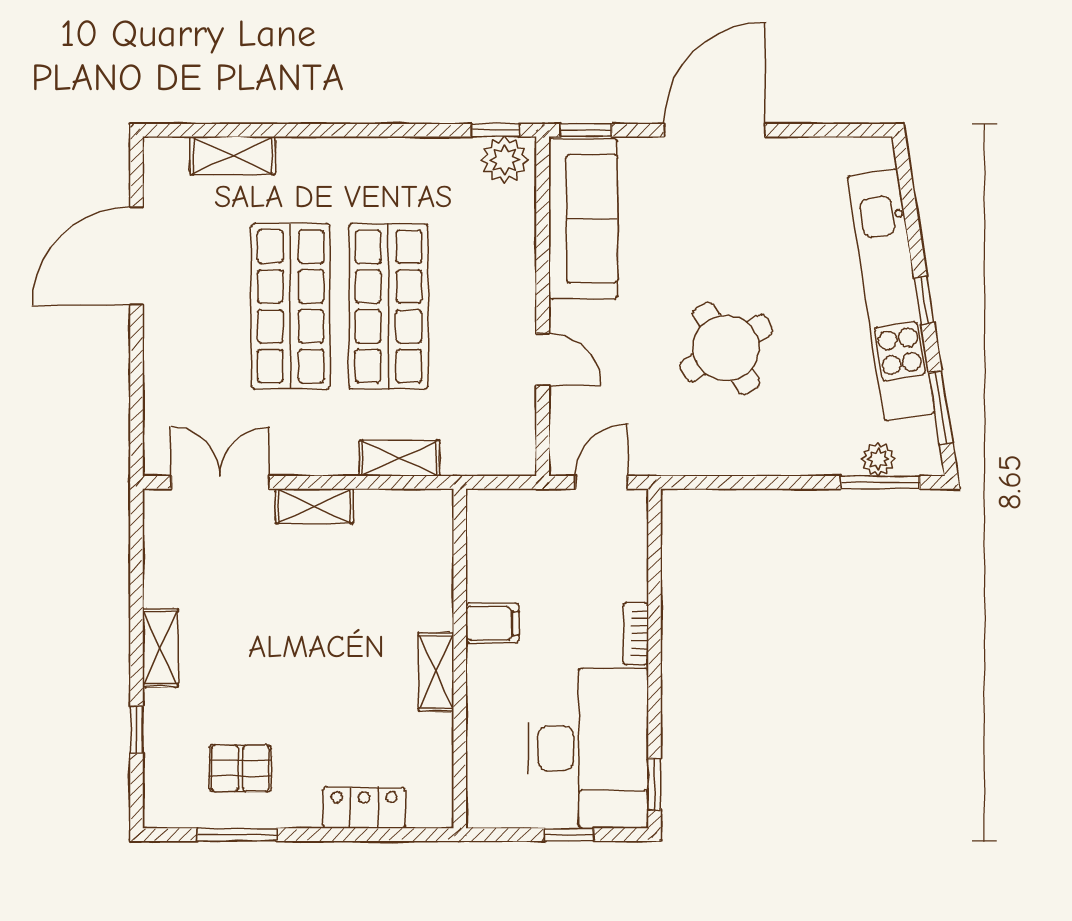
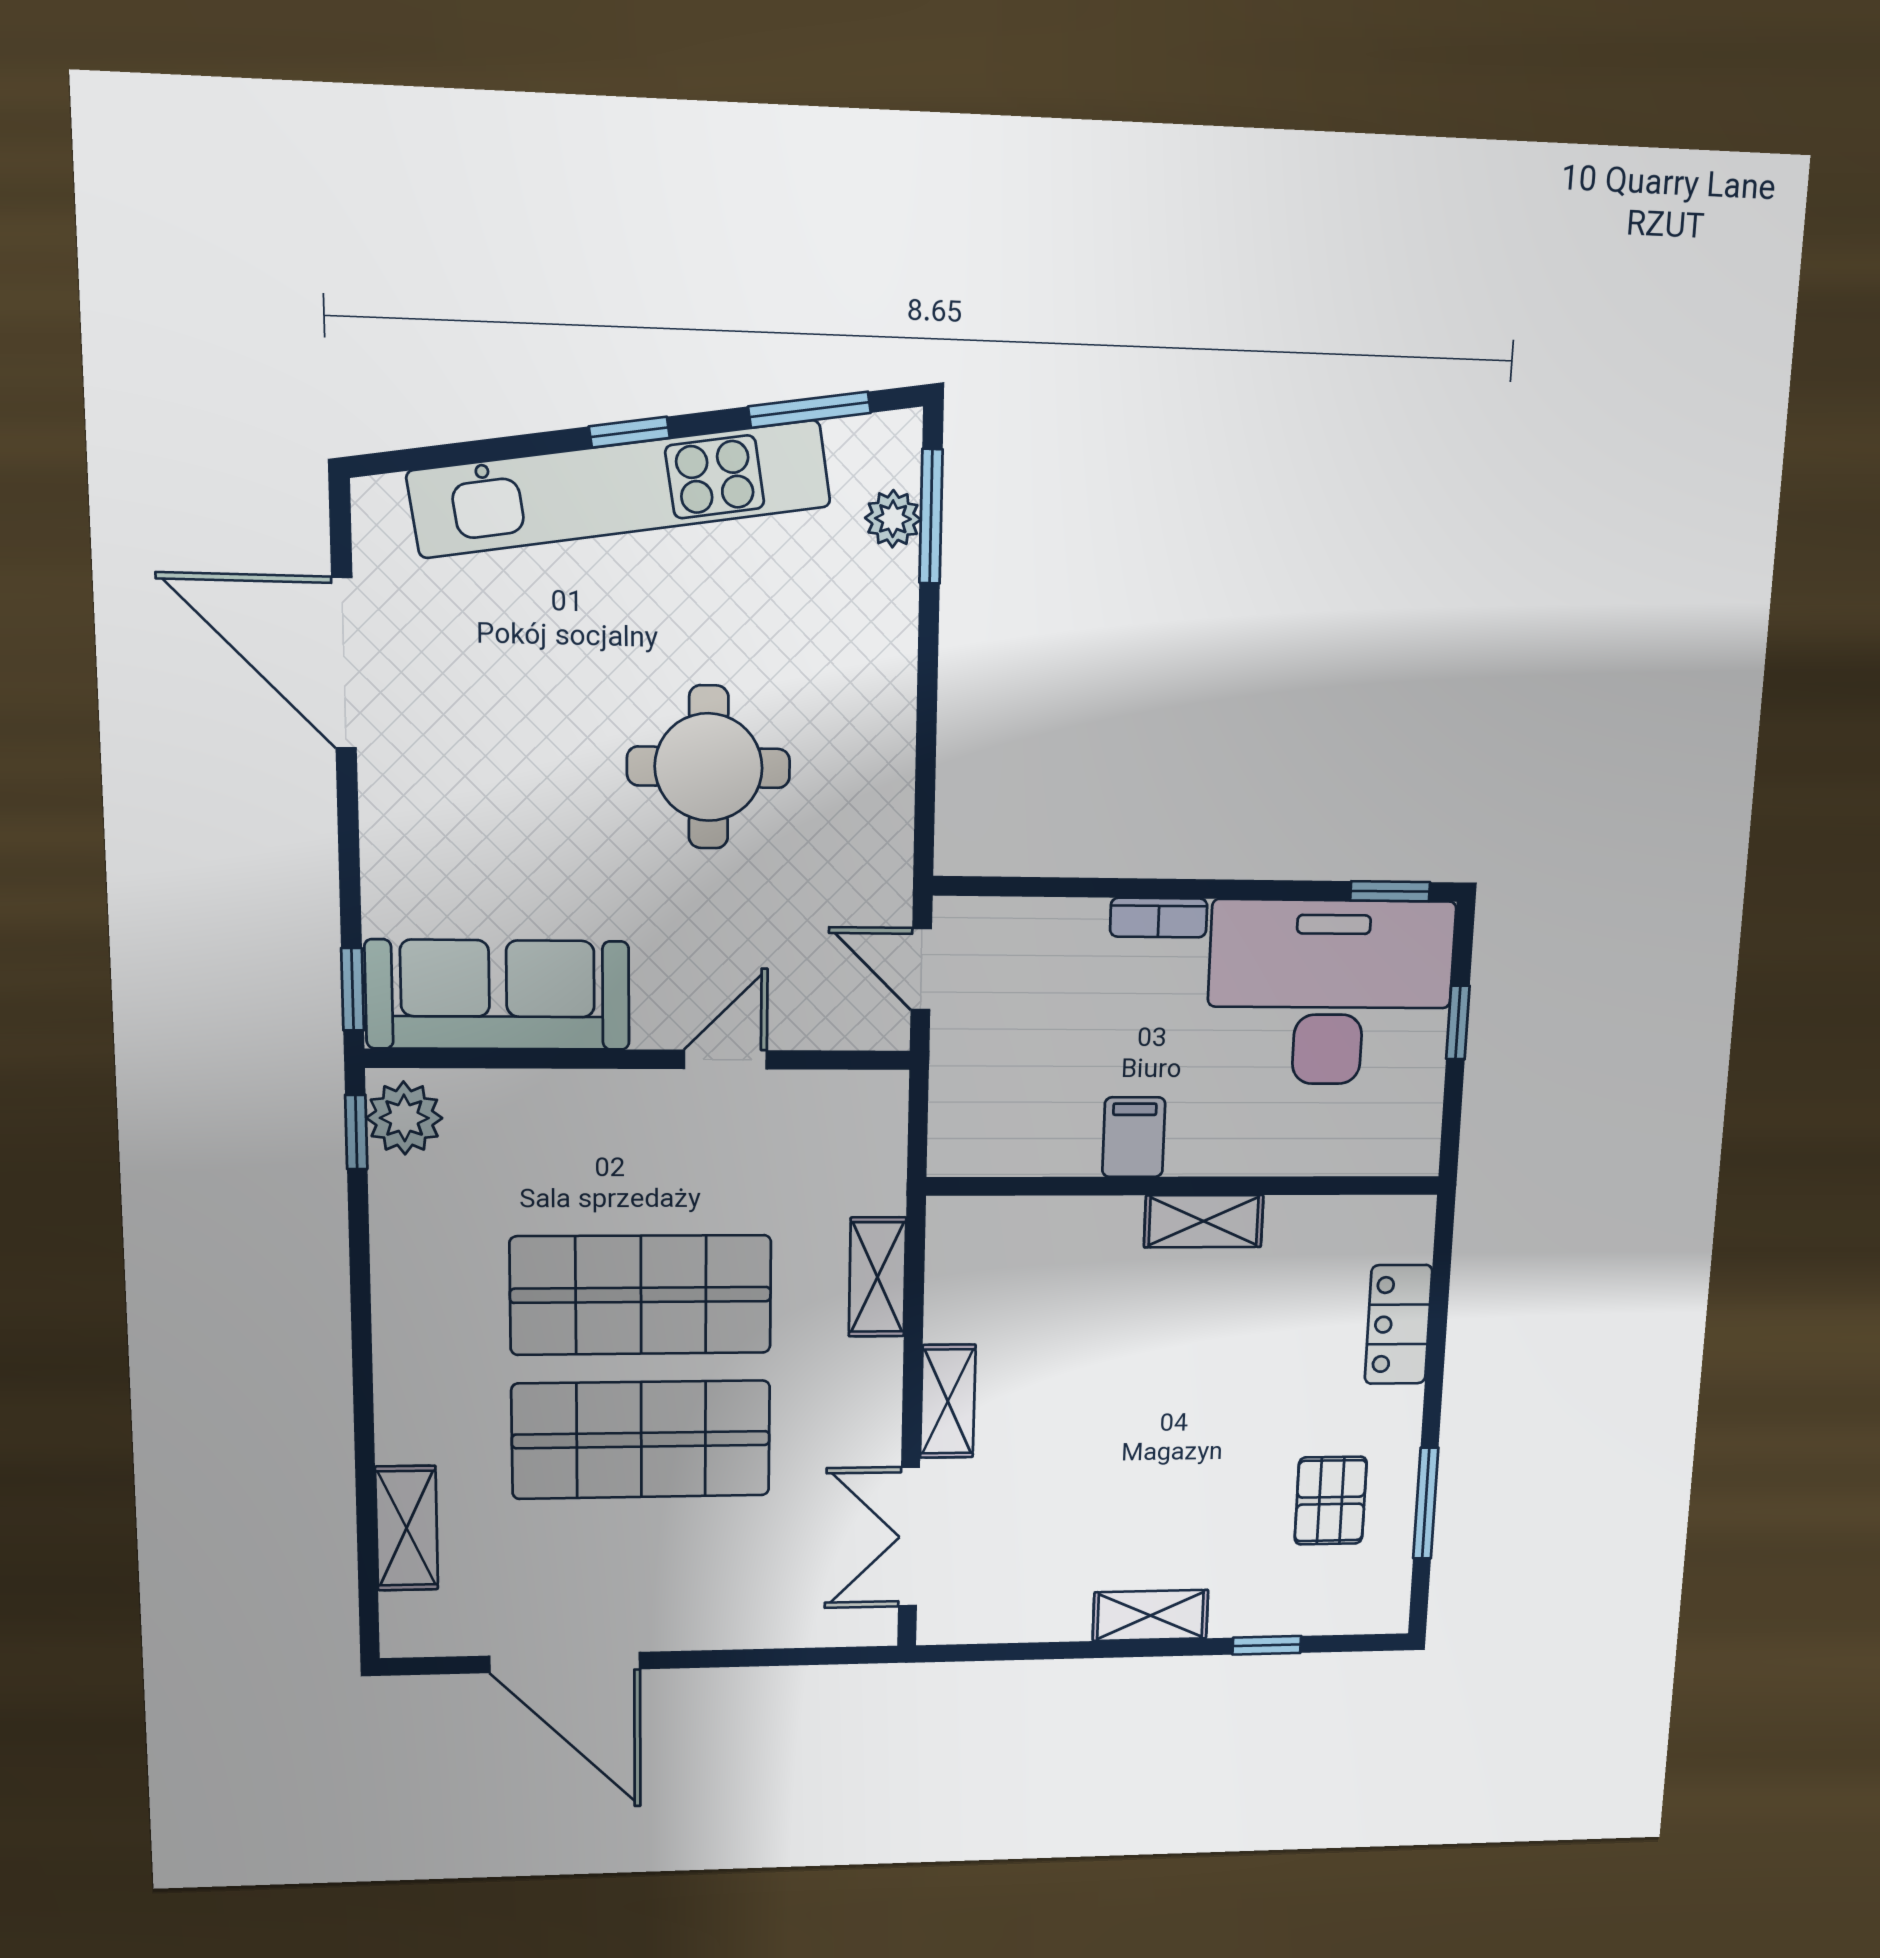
door: (714, 130) -> (344, 663), moved
round table: (726, 348) -> (709, 767), turned 31

